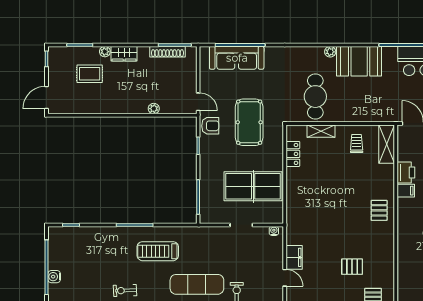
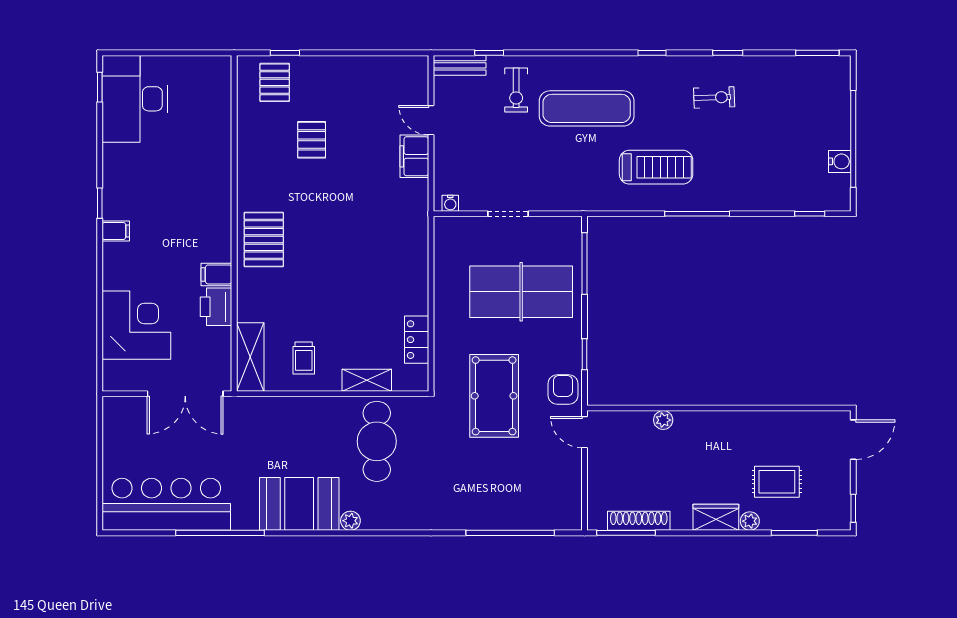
sofa: (237, 58) -> (516, 510), removed
armchair: (210, 126) -> (563, 389), turned 90
table tennis table: (253, 186) -> (521, 292), moved
pallet: (379, 210) -> (264, 240), width x1.50, depth x1.42
pallet: (352, 267) -> (312, 140), turned 90
water cooler: (54, 277) -> (840, 161), moved

